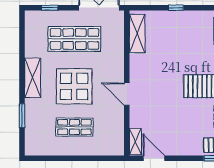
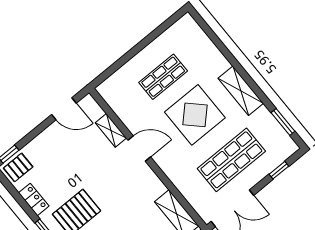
window: (22, 116) -> (283, 122), moved
shelving: (135, 142) -> (111, 130), moved

